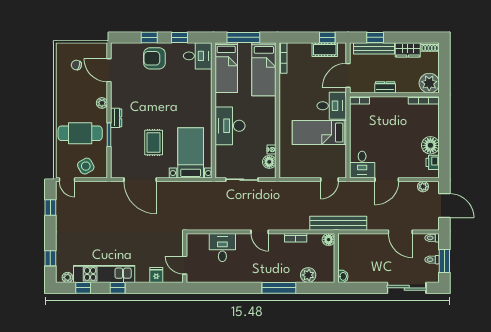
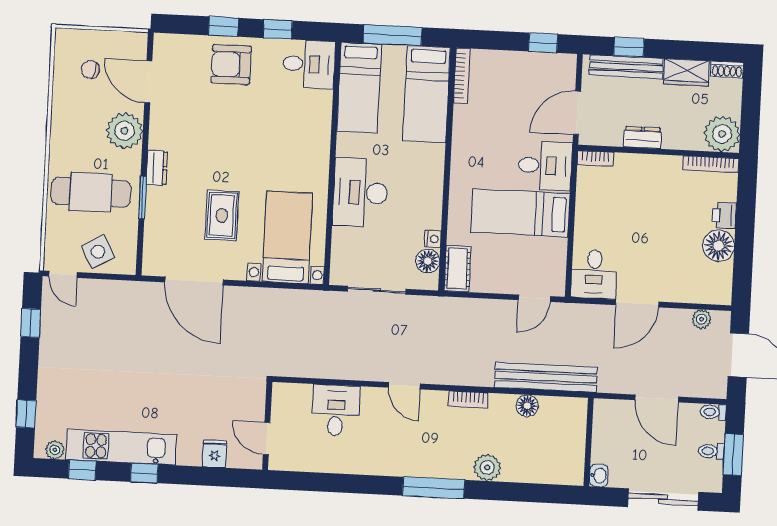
cot: (325, 50) -> (457, 269), moved, turned 90
plant: (102, 103) -> (125, 131), width x1.87, depth x1.87
printer: (433, 162) -> (724, 215), moved
wall: (336, 258) -> (589, 442), moved
washbasin: (343, 276) -> (599, 476), moved

